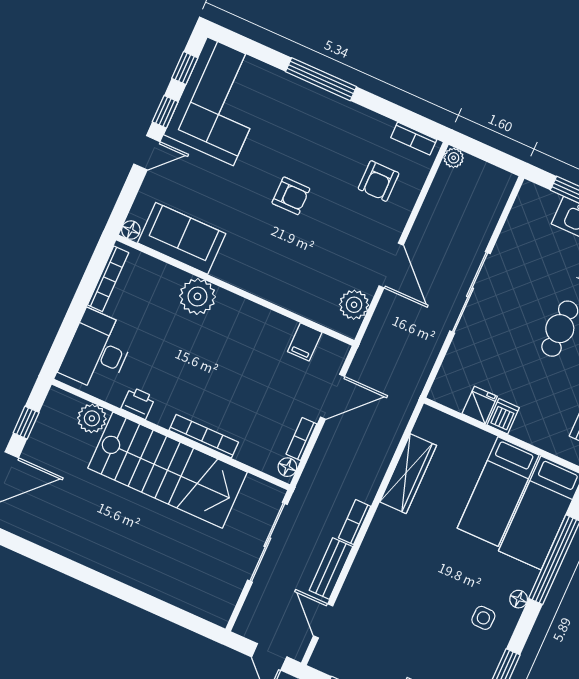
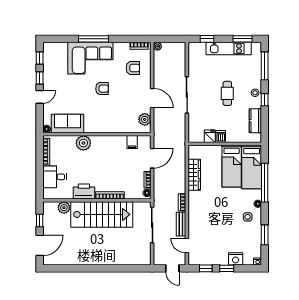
corner sofa: (220, 101) -> (90, 58), moved, turned 90
armchair: (379, 181) -> (133, 68), turned -90
desk: (98, 351) -> (55, 177), width x0.73
printer: (138, 403) -> (84, 191), width x1.87, depth x1.48

